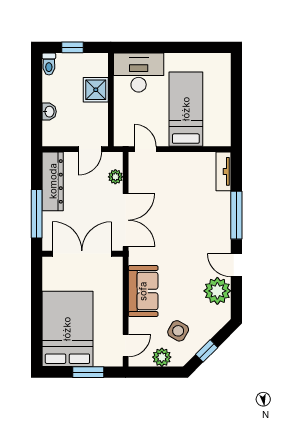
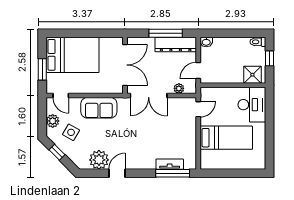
shower: (96, 90) -> (252, 75), moved
washbasin: (49, 112) -> (206, 42), moved
door: (90, 149) -> (198, 71), hinge flipped
tv unit: (224, 171) -> (170, 164), moved
window: (37, 214) -> (166, 33), moved
window: (236, 215) -> (173, 173), moved

